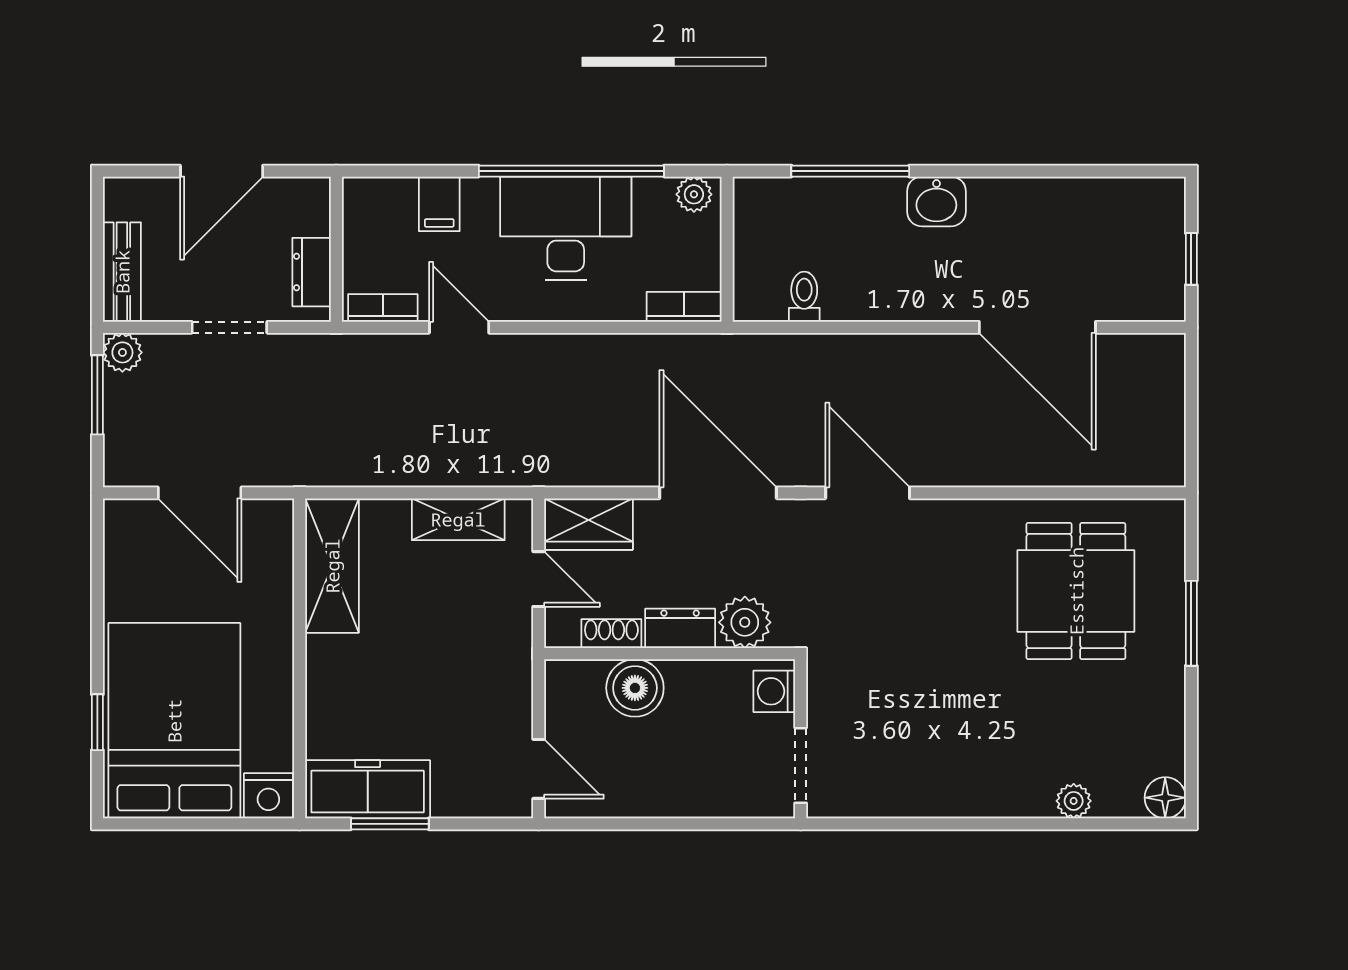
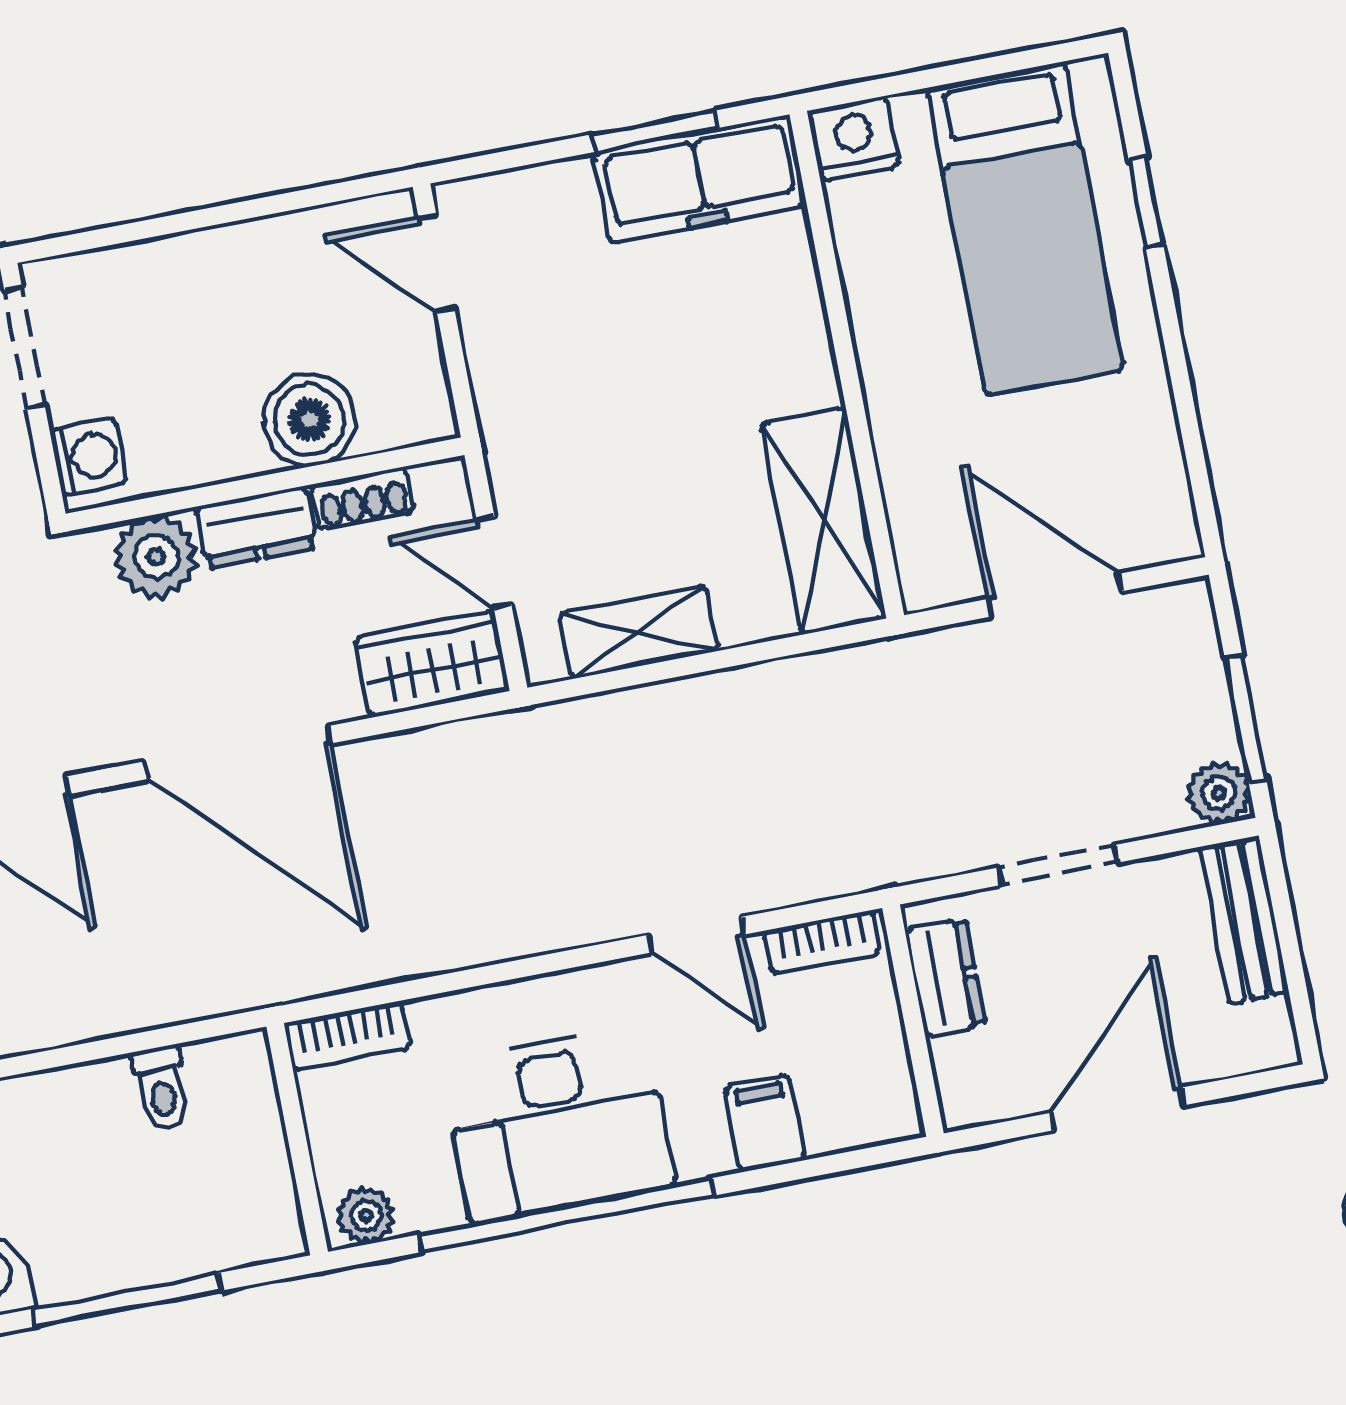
bed: (174, 721) -> (1025, 228), width x0.67

